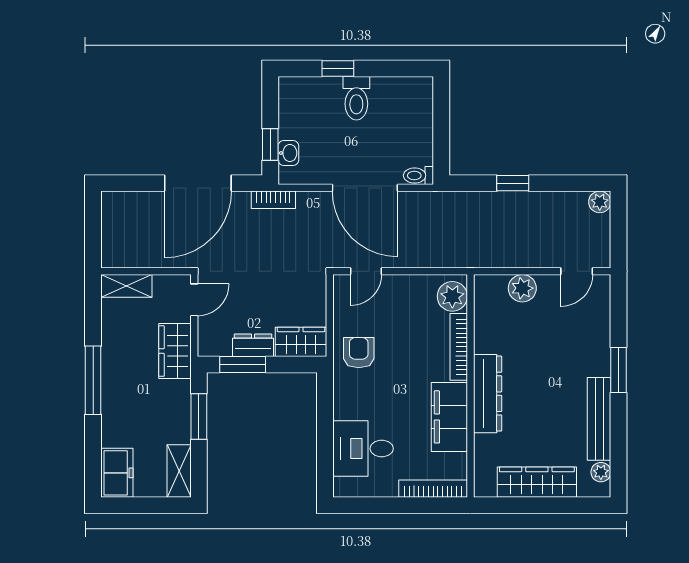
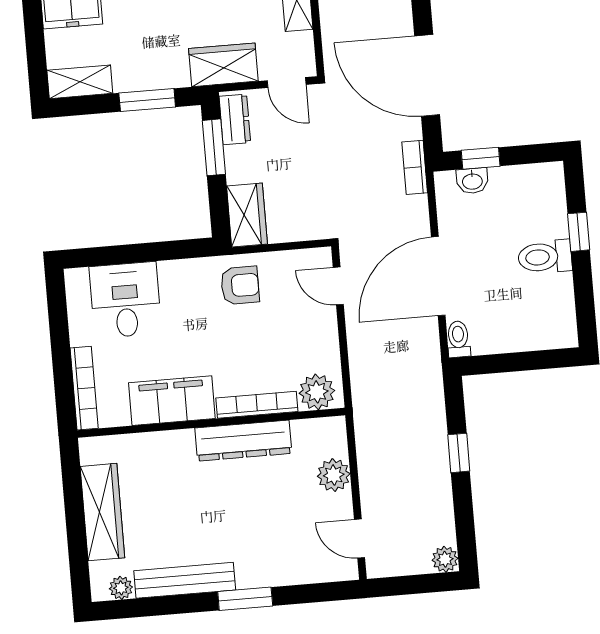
dresser: (253, 345) -> (235, 119), moved
dresser: (488, 394) -> (243, 441), moved

